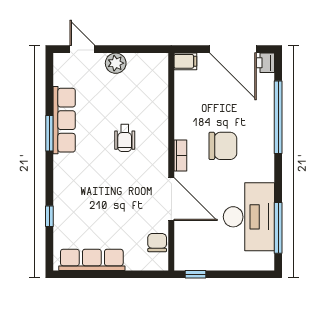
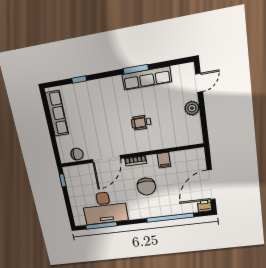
filing cabinet: (185, 61) -> (164, 160), moved

